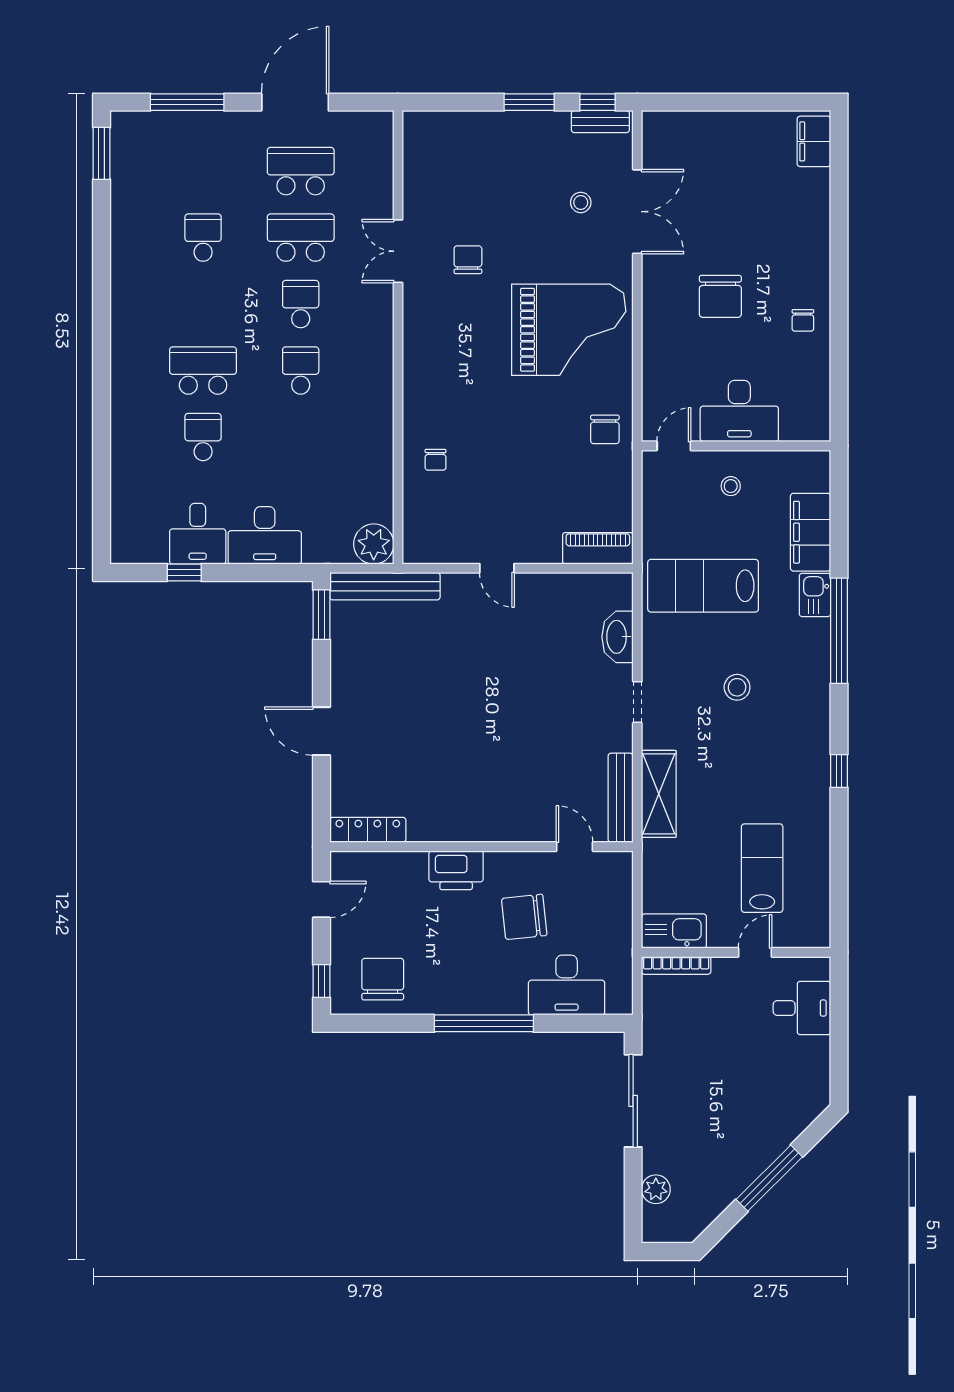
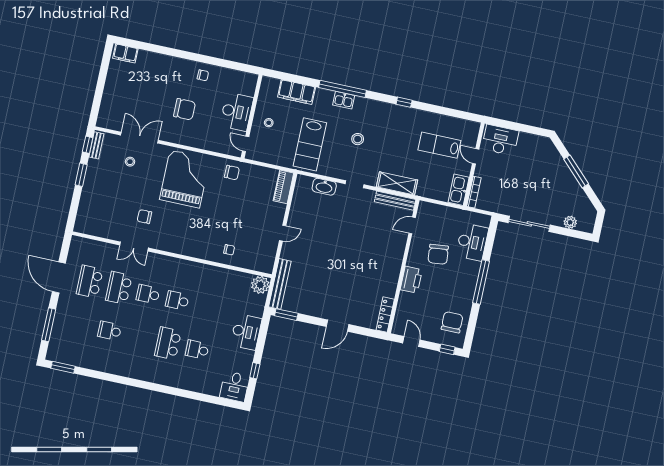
desk: (198, 534) -> (235, 387), moved, turned 90
kitchen sink: (815, 595) -> (344, 100), moved
chair: (383, 979) -> (452, 322), turned 90
desk: (802, 1008) -> (500, 140), width x1.37

